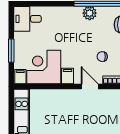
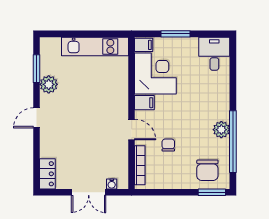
door: (90, 87) -> (132, 130), hinge flipped

